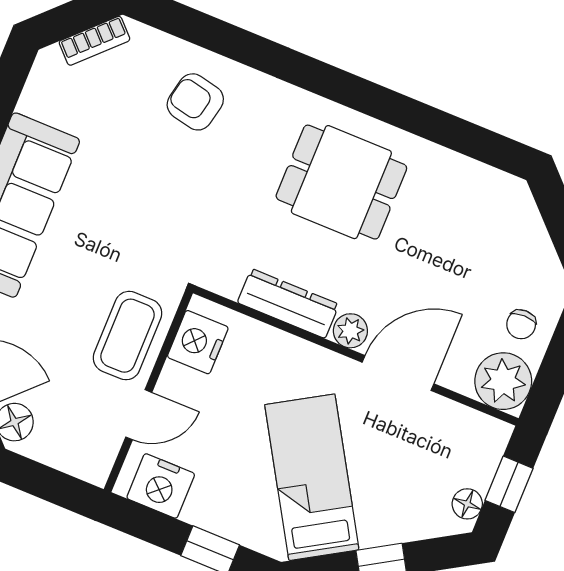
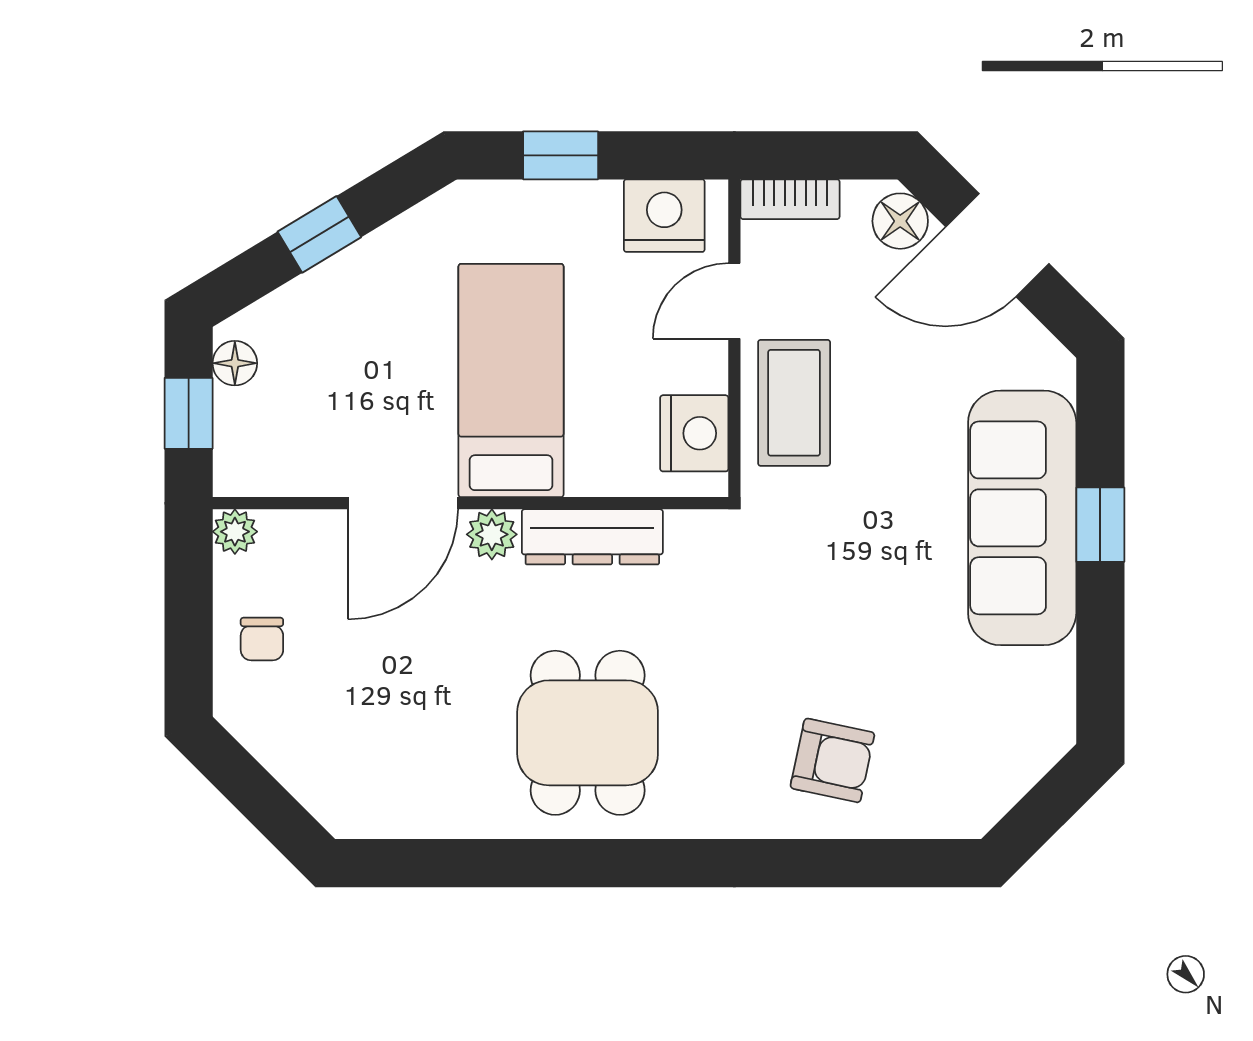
bookcase: (95, 41) -> (790, 199), moved, turned -135
dining table: (341, 182) -> (588, 733), turned 90
chair: (521, 324) -> (262, 639), turned 180
plant: (503, 381) -> (235, 532), width x0.53, depth x0.53
bed: (312, 477) -> (511, 381), moved, turned -149

